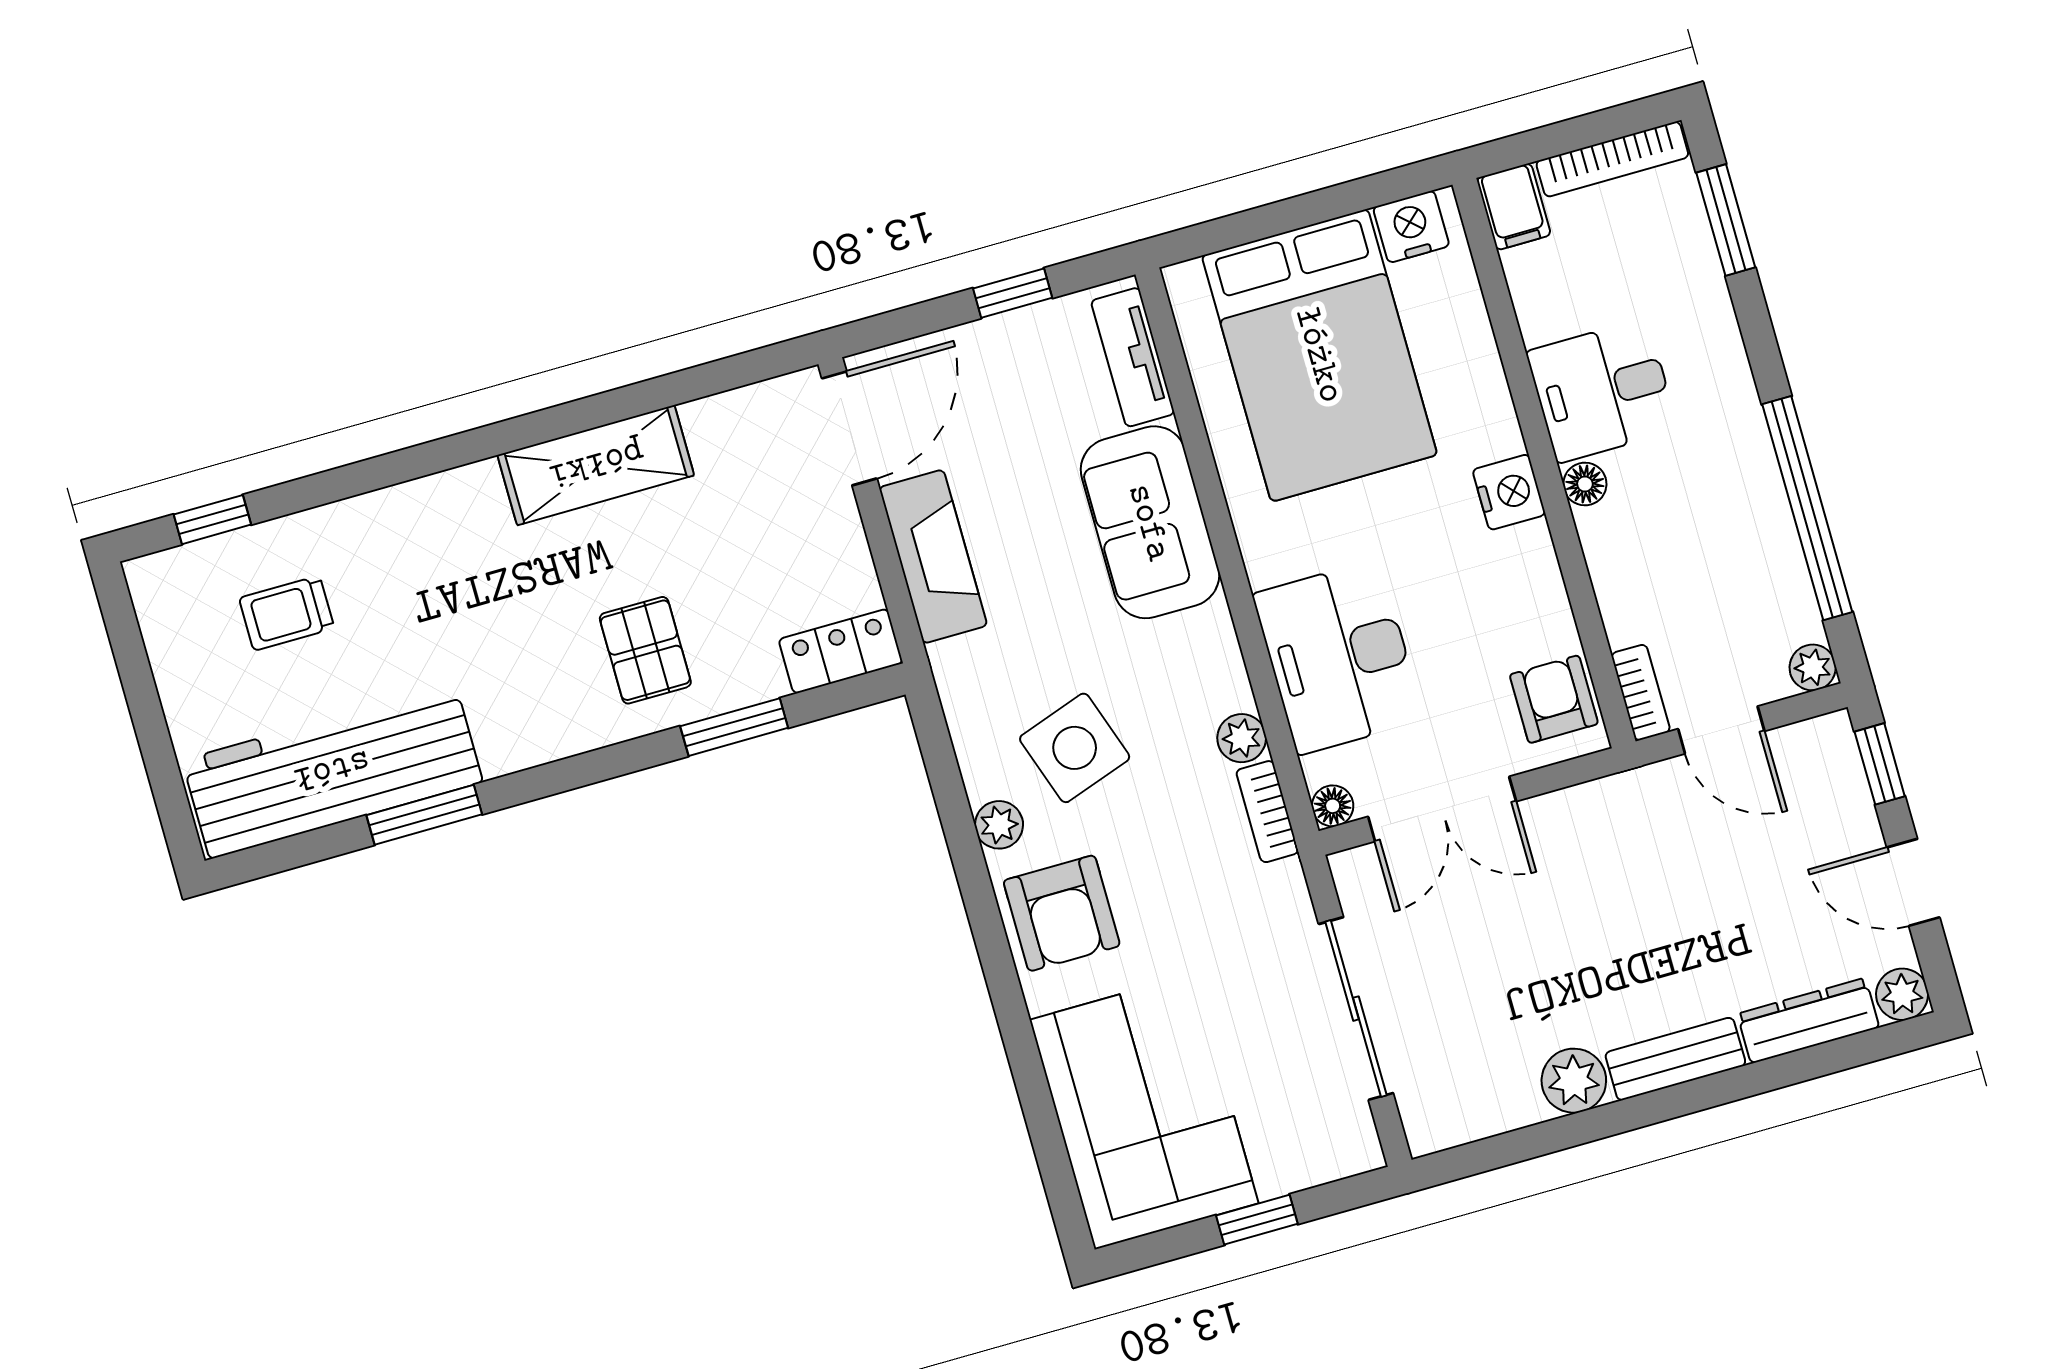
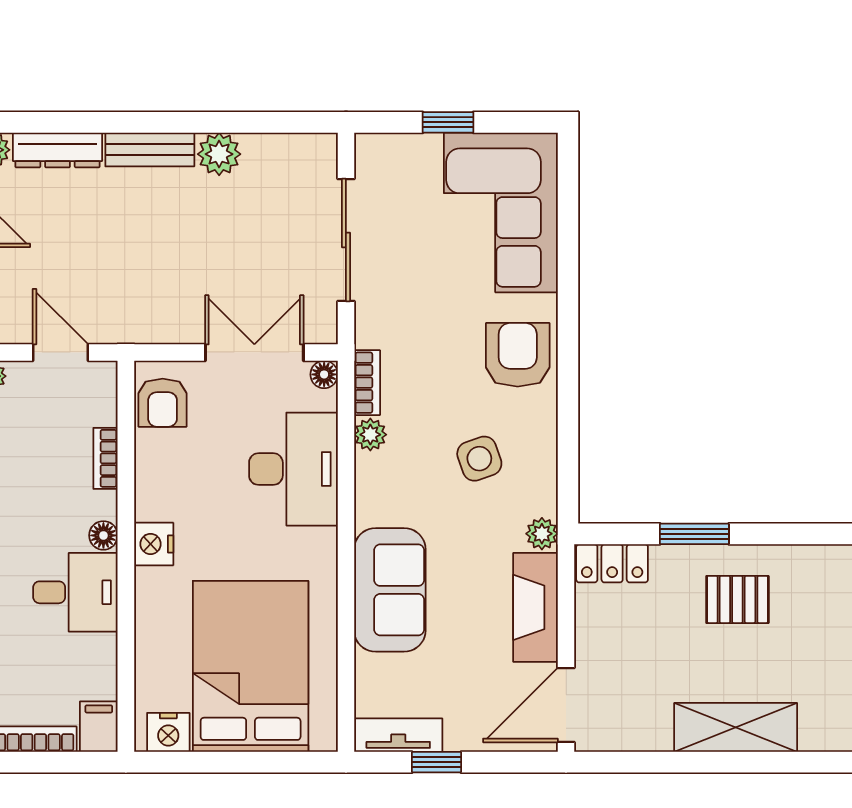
tv unit: (1133, 357) -> (398, 735), moved, turned -90
pallet: (645, 650) -> (737, 599), turned 90
bookcase: (1641, 692) -> (105, 458), moved
side table: (1075, 748) -> (479, 459), width x0.73, depth x0.73
plant: (999, 825) -> (542, 534), moved

